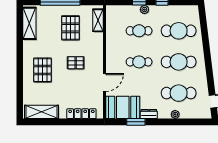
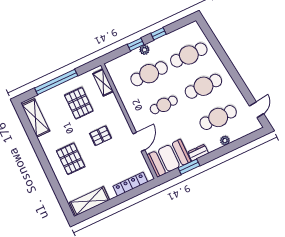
cafe table: (139, 31) -> (149, 74), width x1.37, depth x1.35

